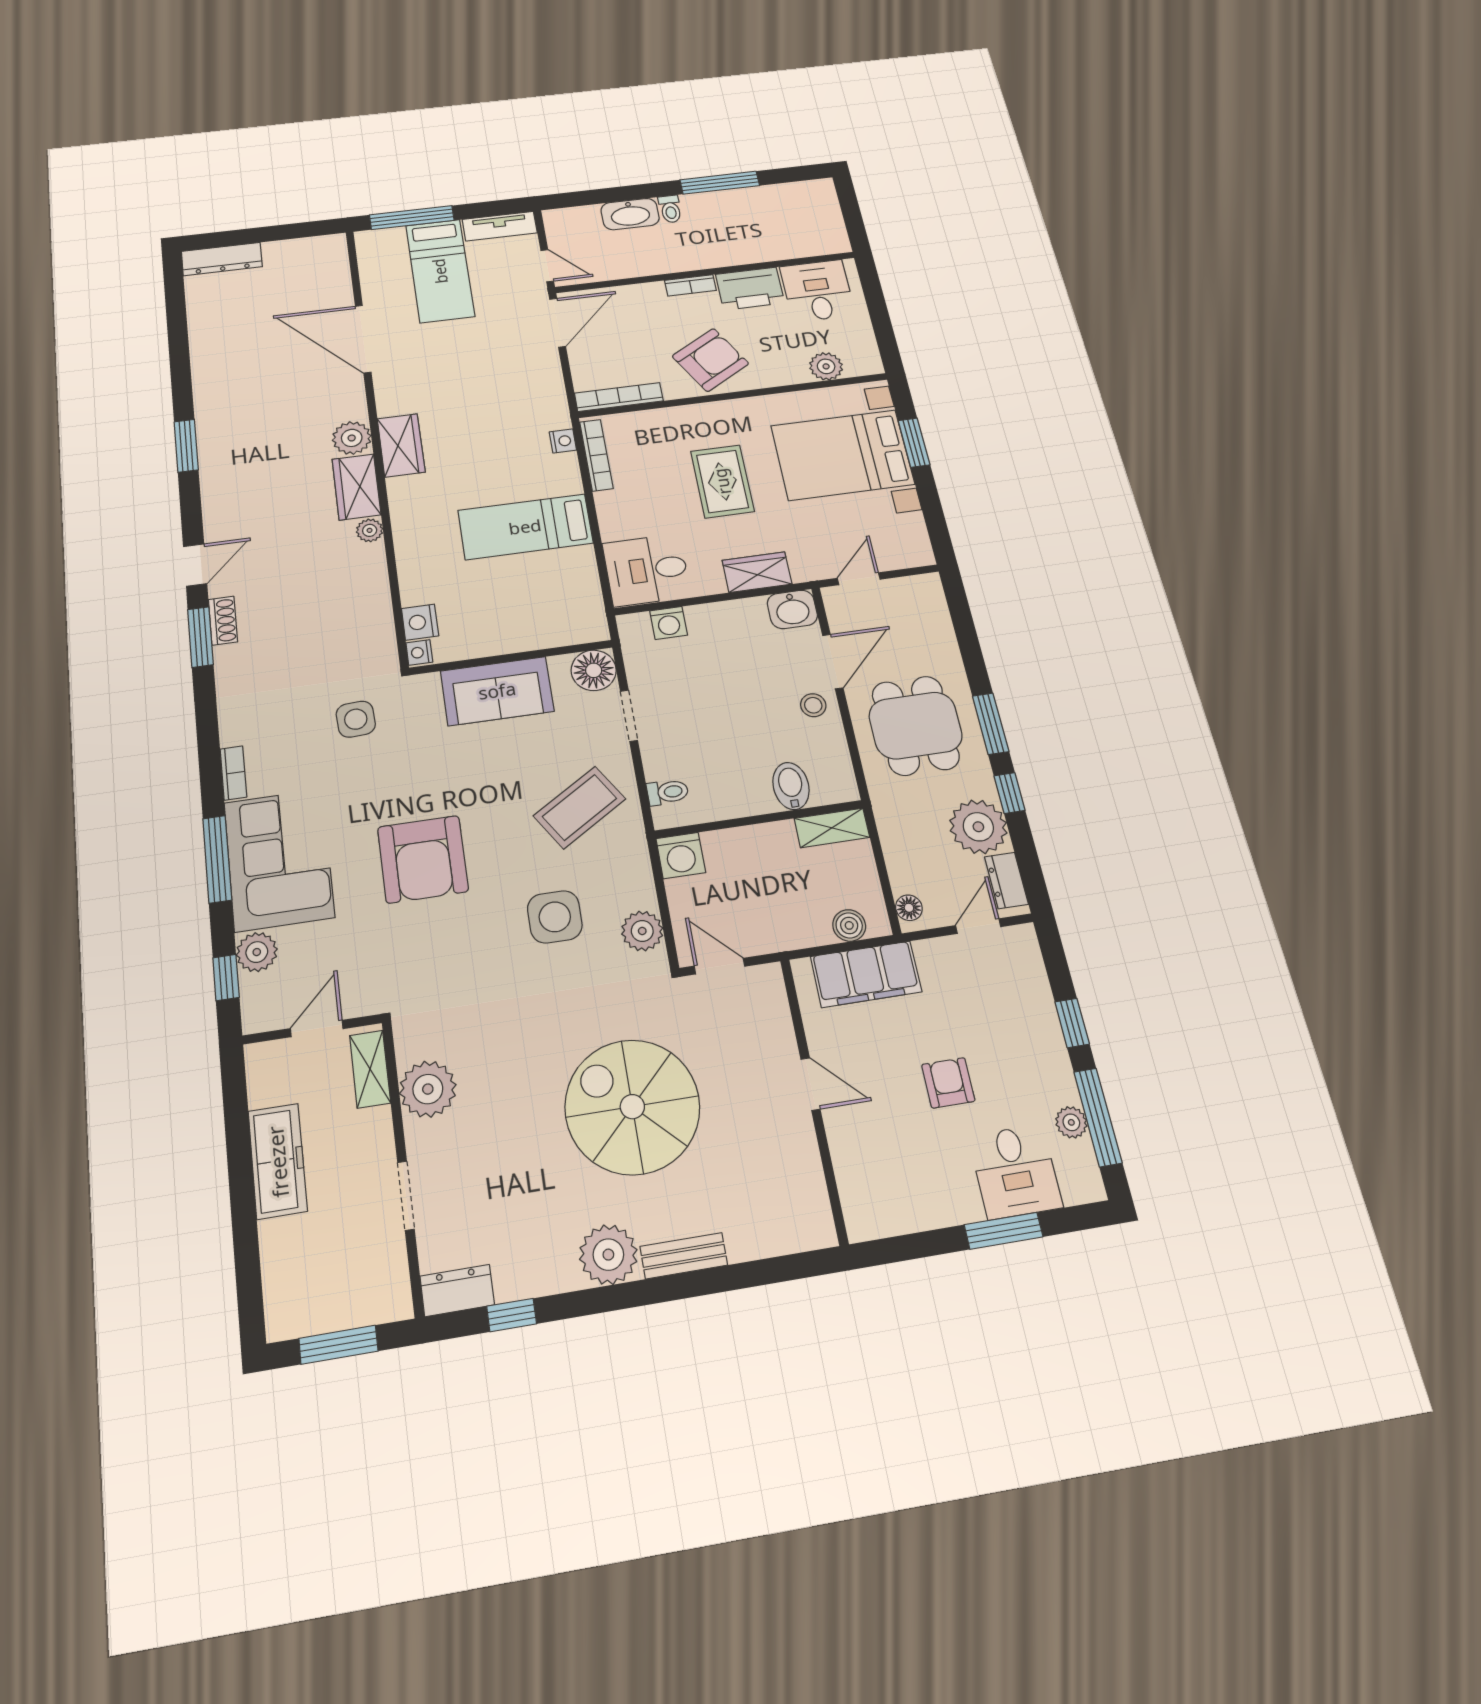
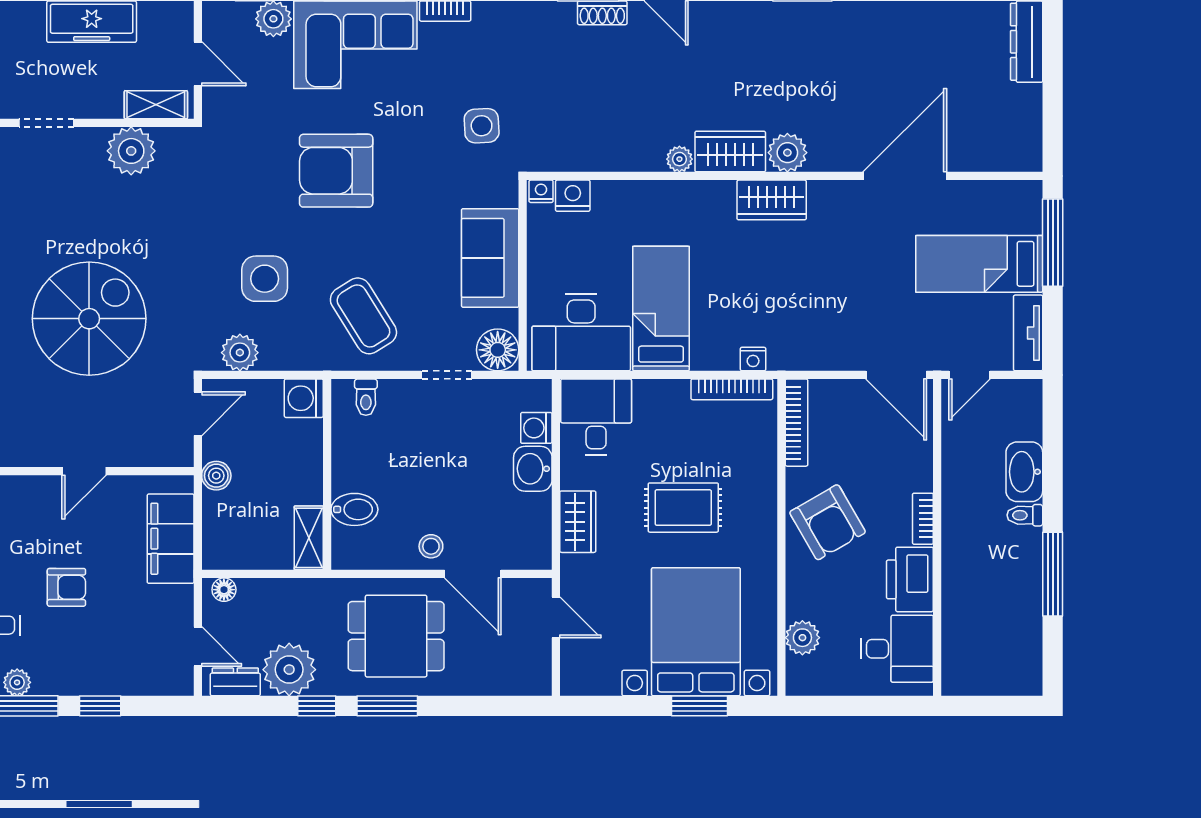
desk: (562, 595) -> (581, 332), added
washbasin: (792, 609) -> (533, 469), moved
boiler: (849, 925) -> (216, 476), moved

